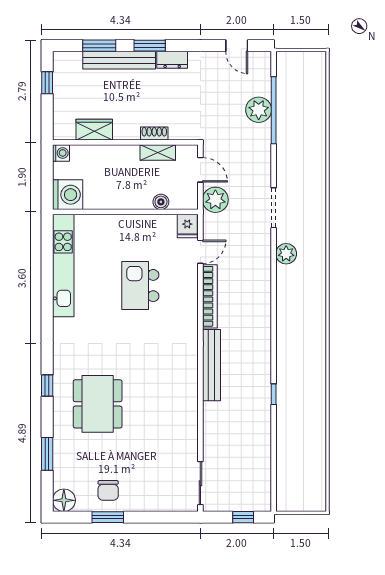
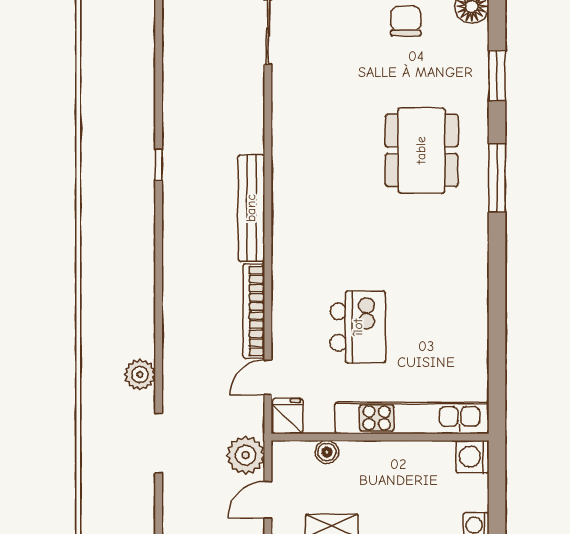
door: (200, 170) -> (268, 500), hinge flipped
washing machine: (68, 195) -> (472, 457), width x0.73, depth x0.73
kitchen unit: (63, 265) -> (412, 418), moved, turned 90
window: (47, 385) -> (497, 178), width x2.17

